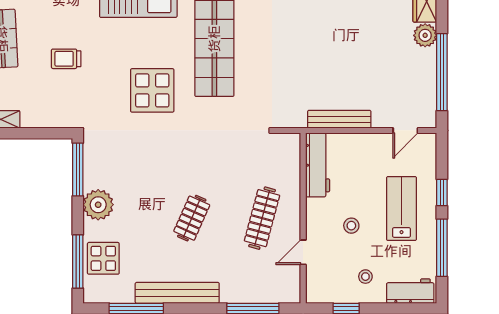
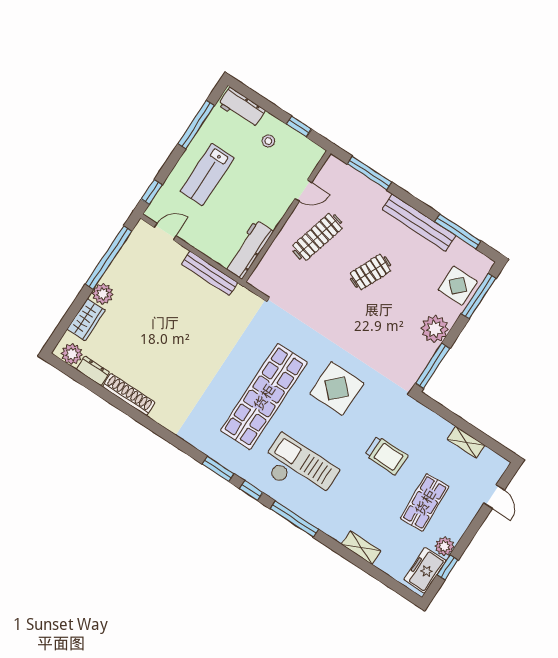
trolley: (66, 59) -> (386, 455), width x1.36, depth x1.39
window: (442, 192) -> (152, 192), moved
stool: (351, 226) -> (254, 187), removed

